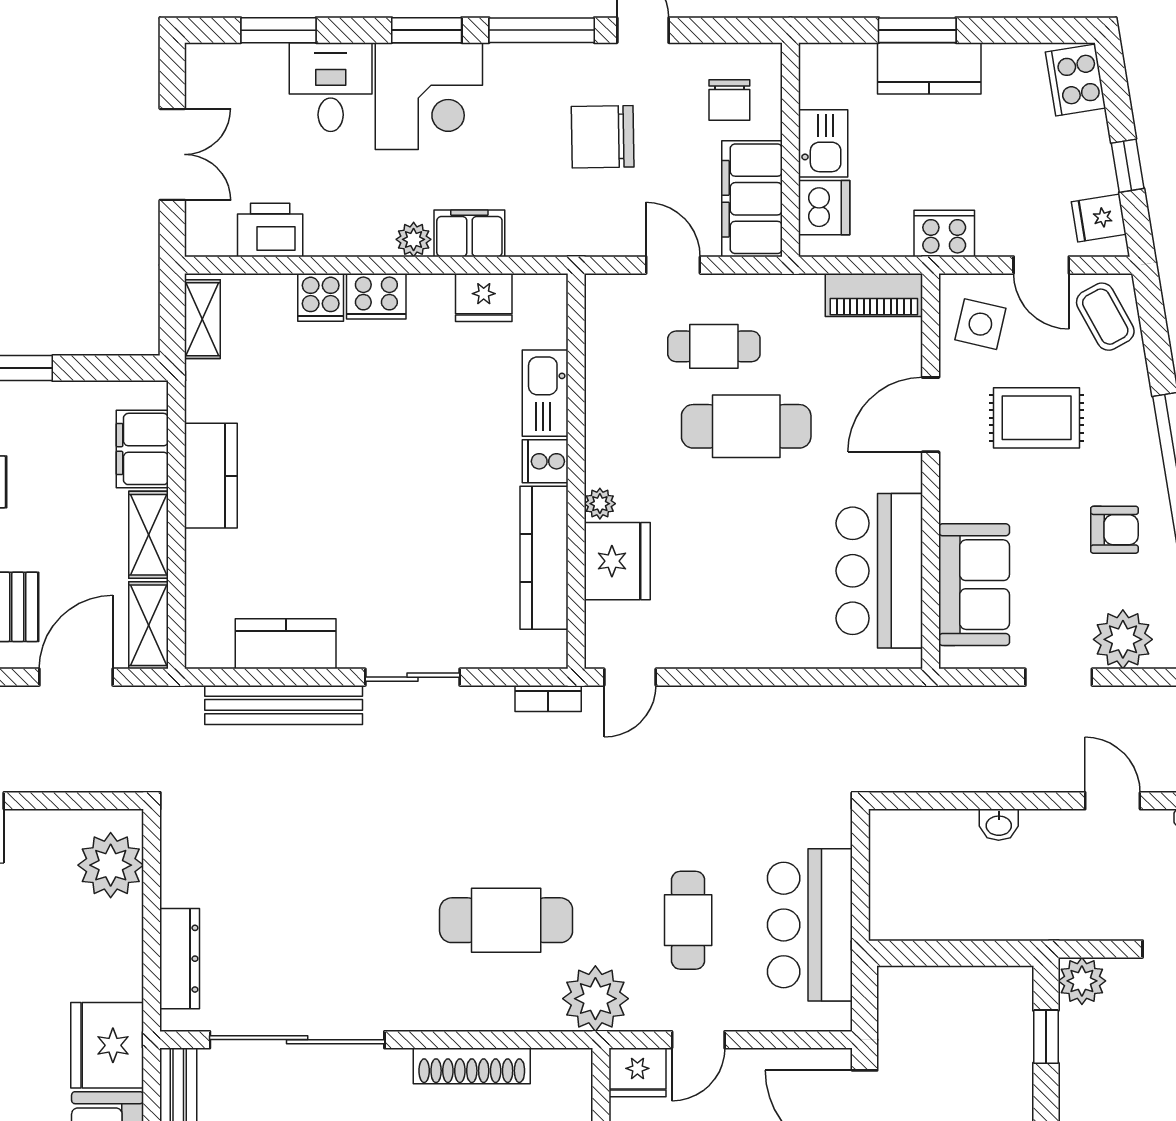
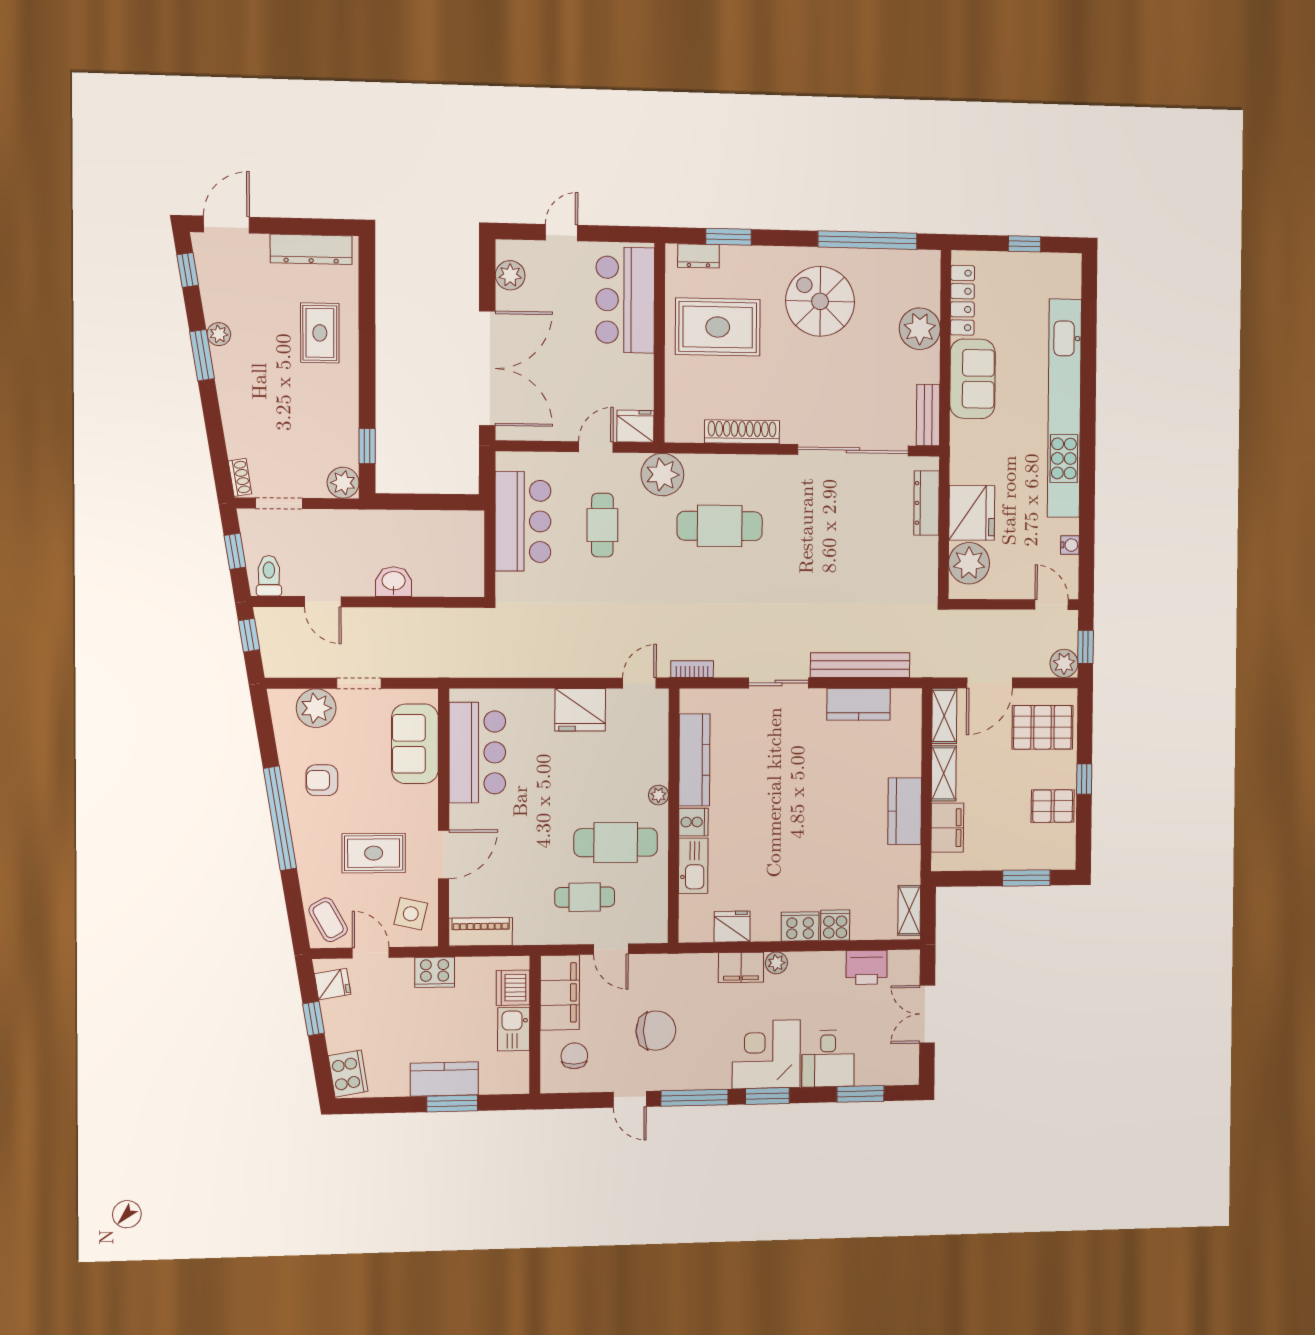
cafe table: (746, 426) -> (616, 842), moved
fridge: (617, 561) -> (580, 710), moved, turned -90
washbasin: (999, 825) -> (394, 582), width x1.38, depth x1.45
fridge: (107, 1045) -> (972, 513), moved

